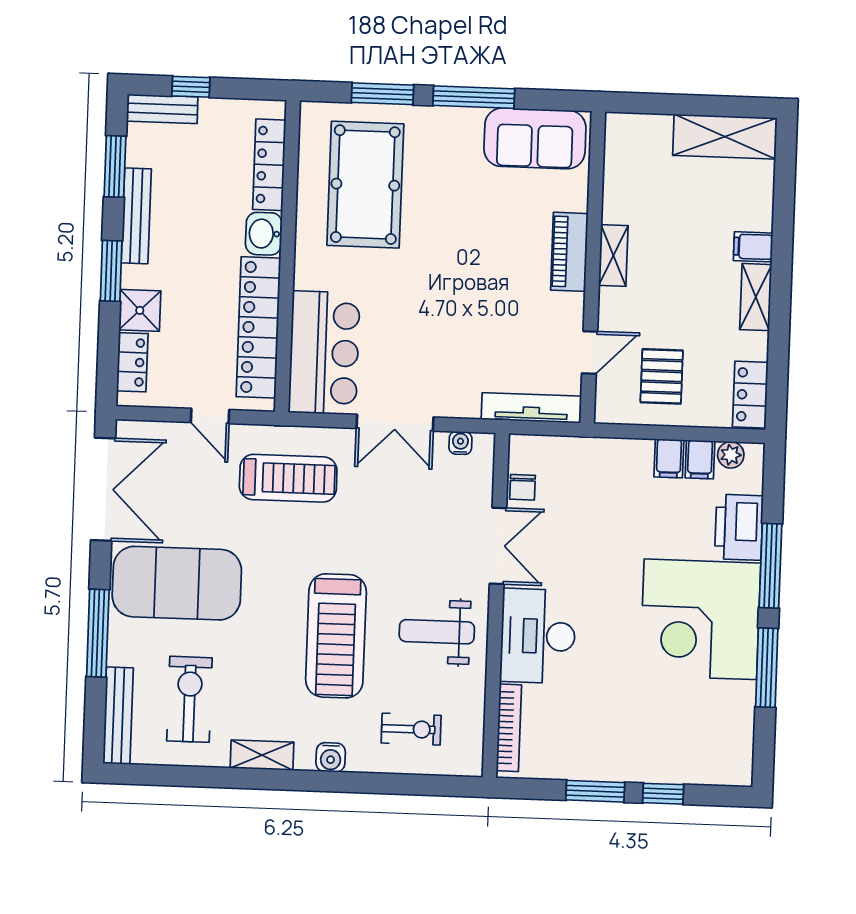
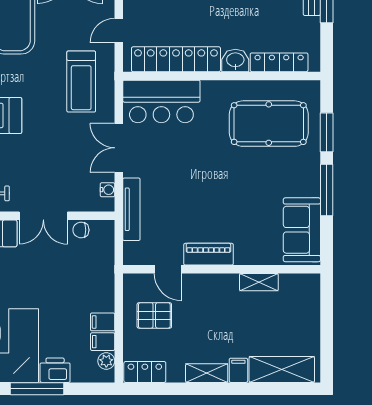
shelving: (725, 137) -> (282, 369), moved, turned 90
piano: (569, 252) -> (208, 254), moved
shelving: (613, 255) -> (259, 282), moved
tv unit: (531, 408) -> (131, 209), moved
printer: (739, 527) -> (55, 370), width x0.73, depth x0.84

